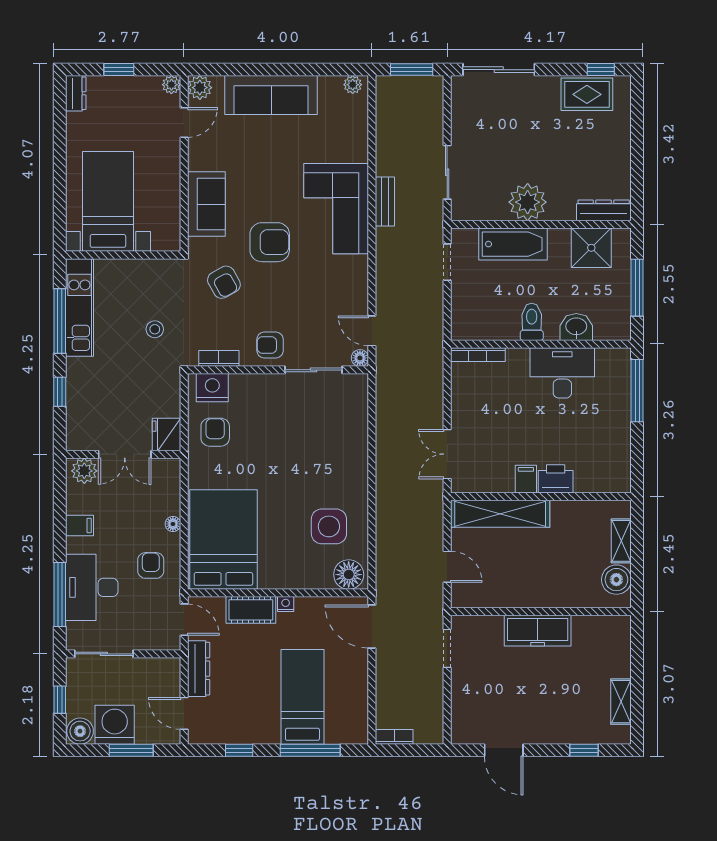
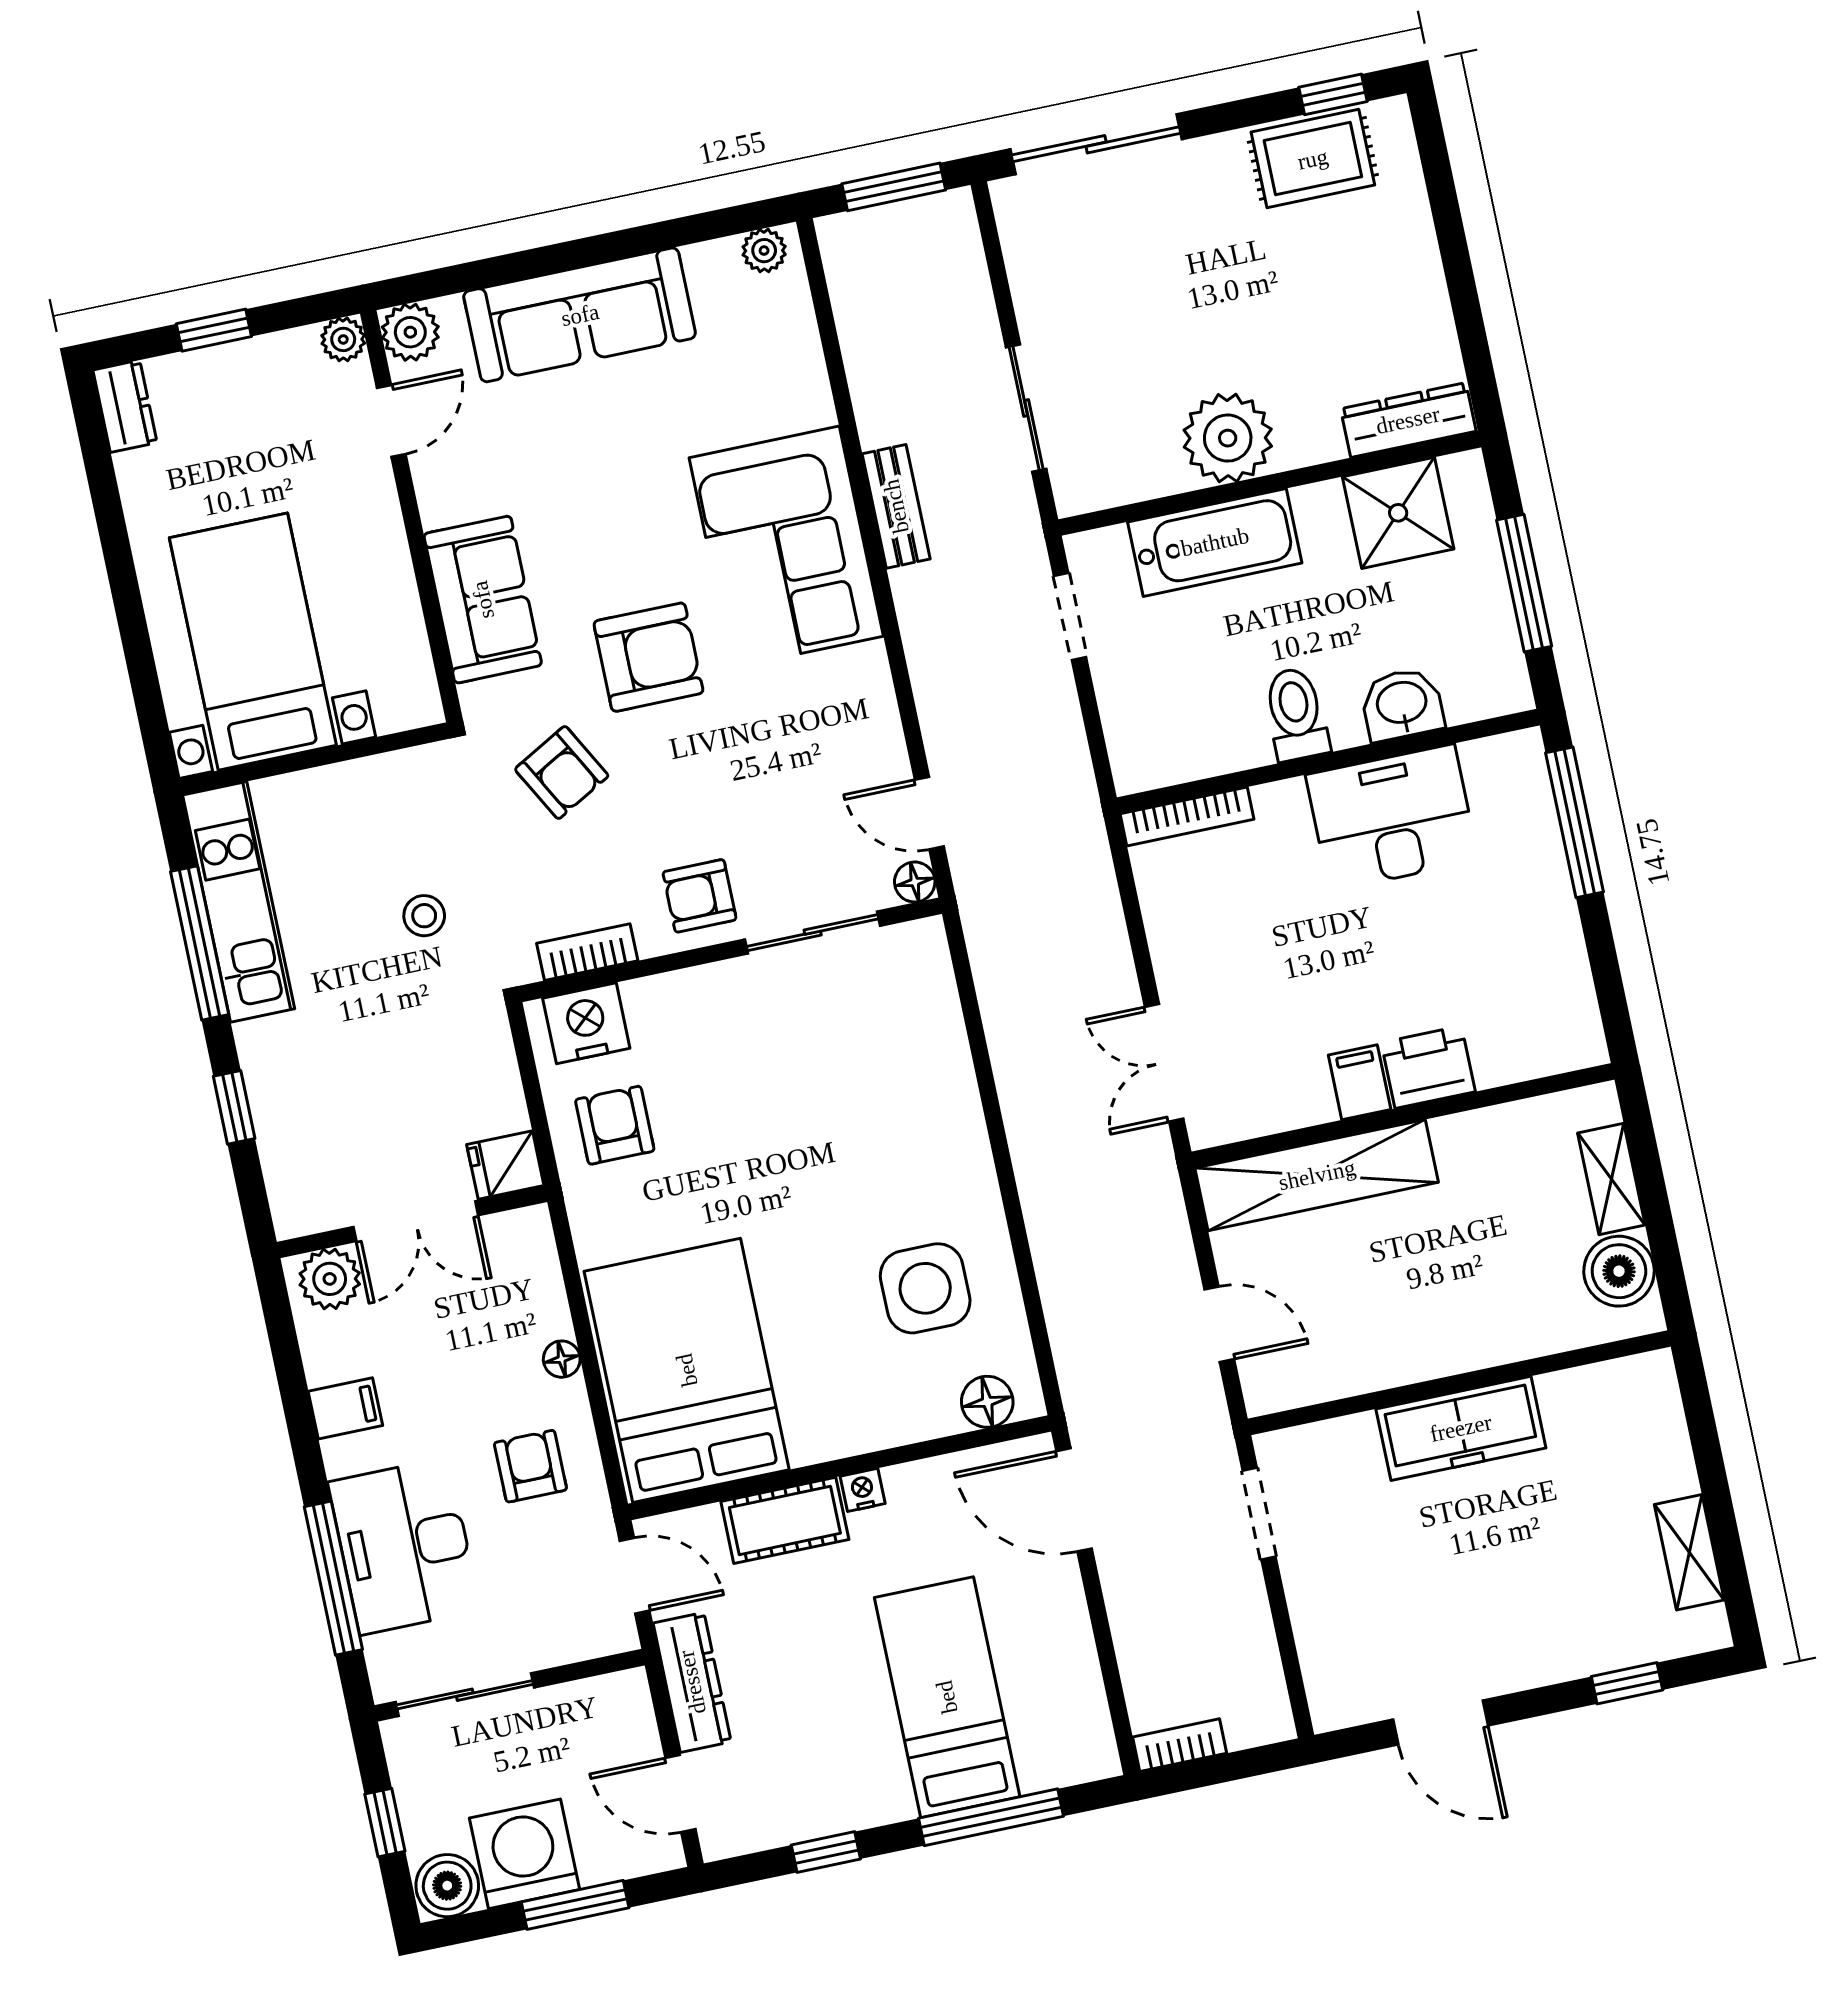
fridge: (167, 435) -> (505, 1165), width x0.72
floor lamp: (349, 575) -> (987, 1402), width x0.73, depth x0.73

